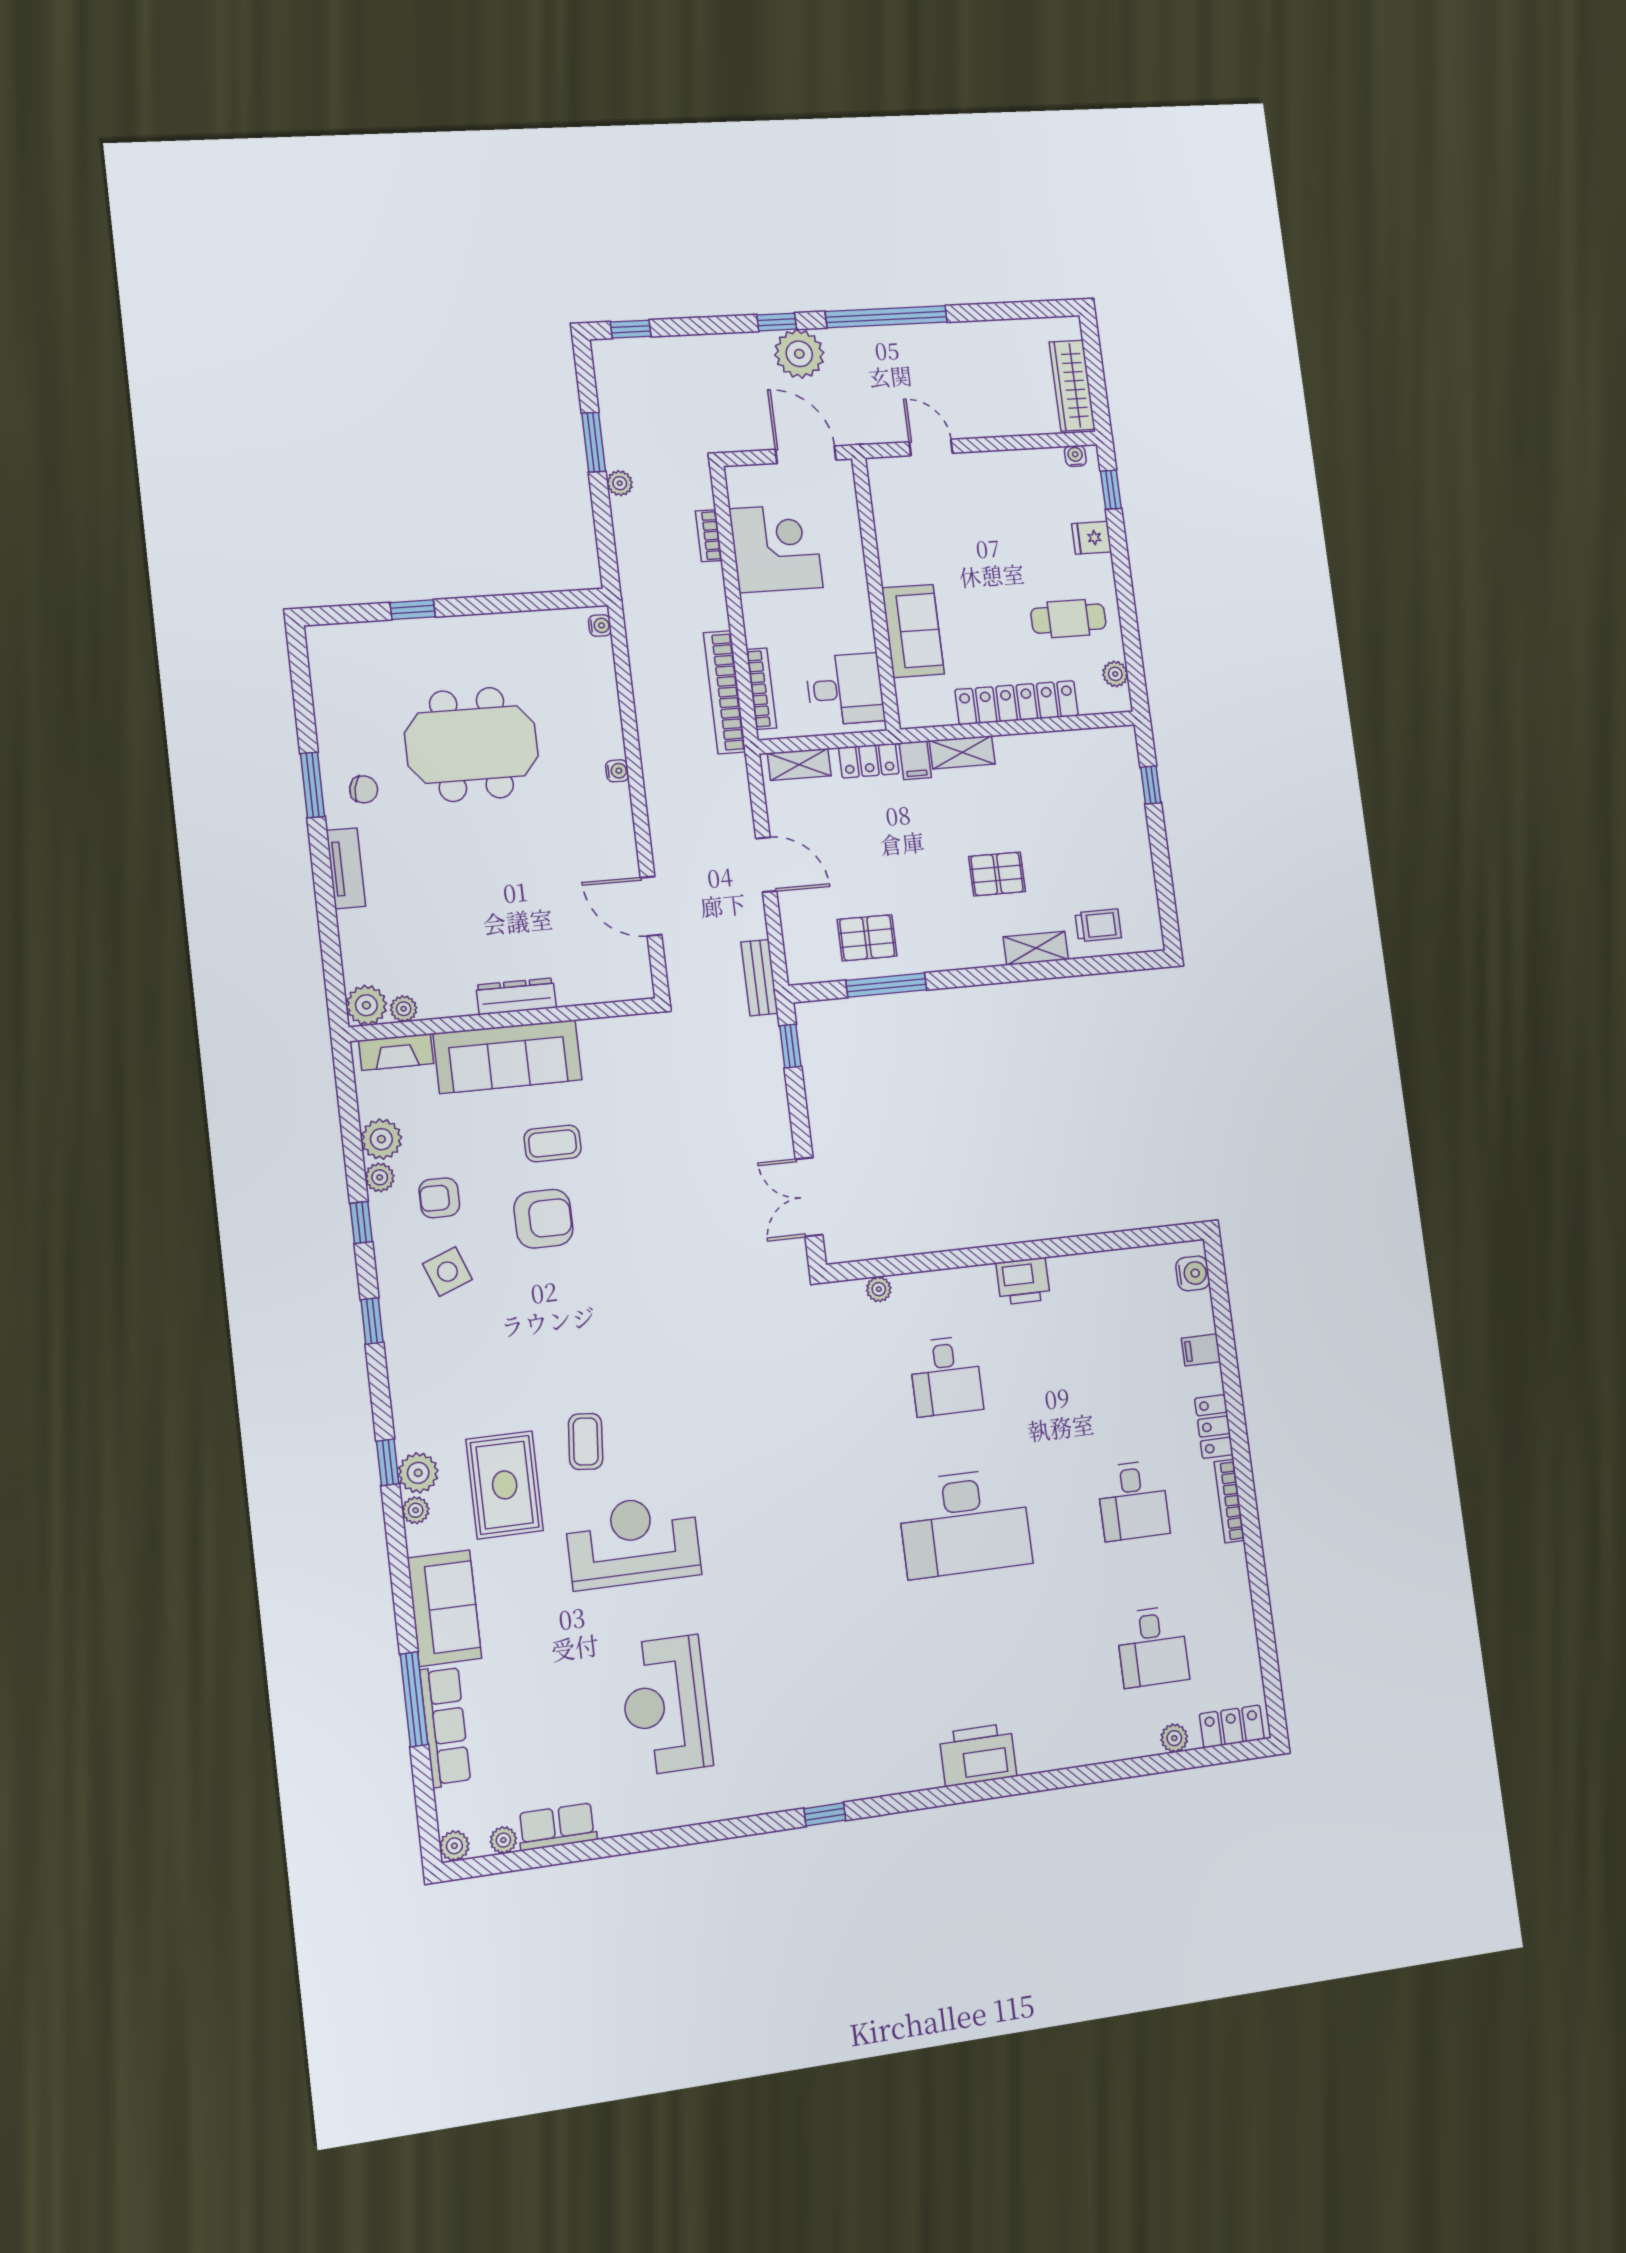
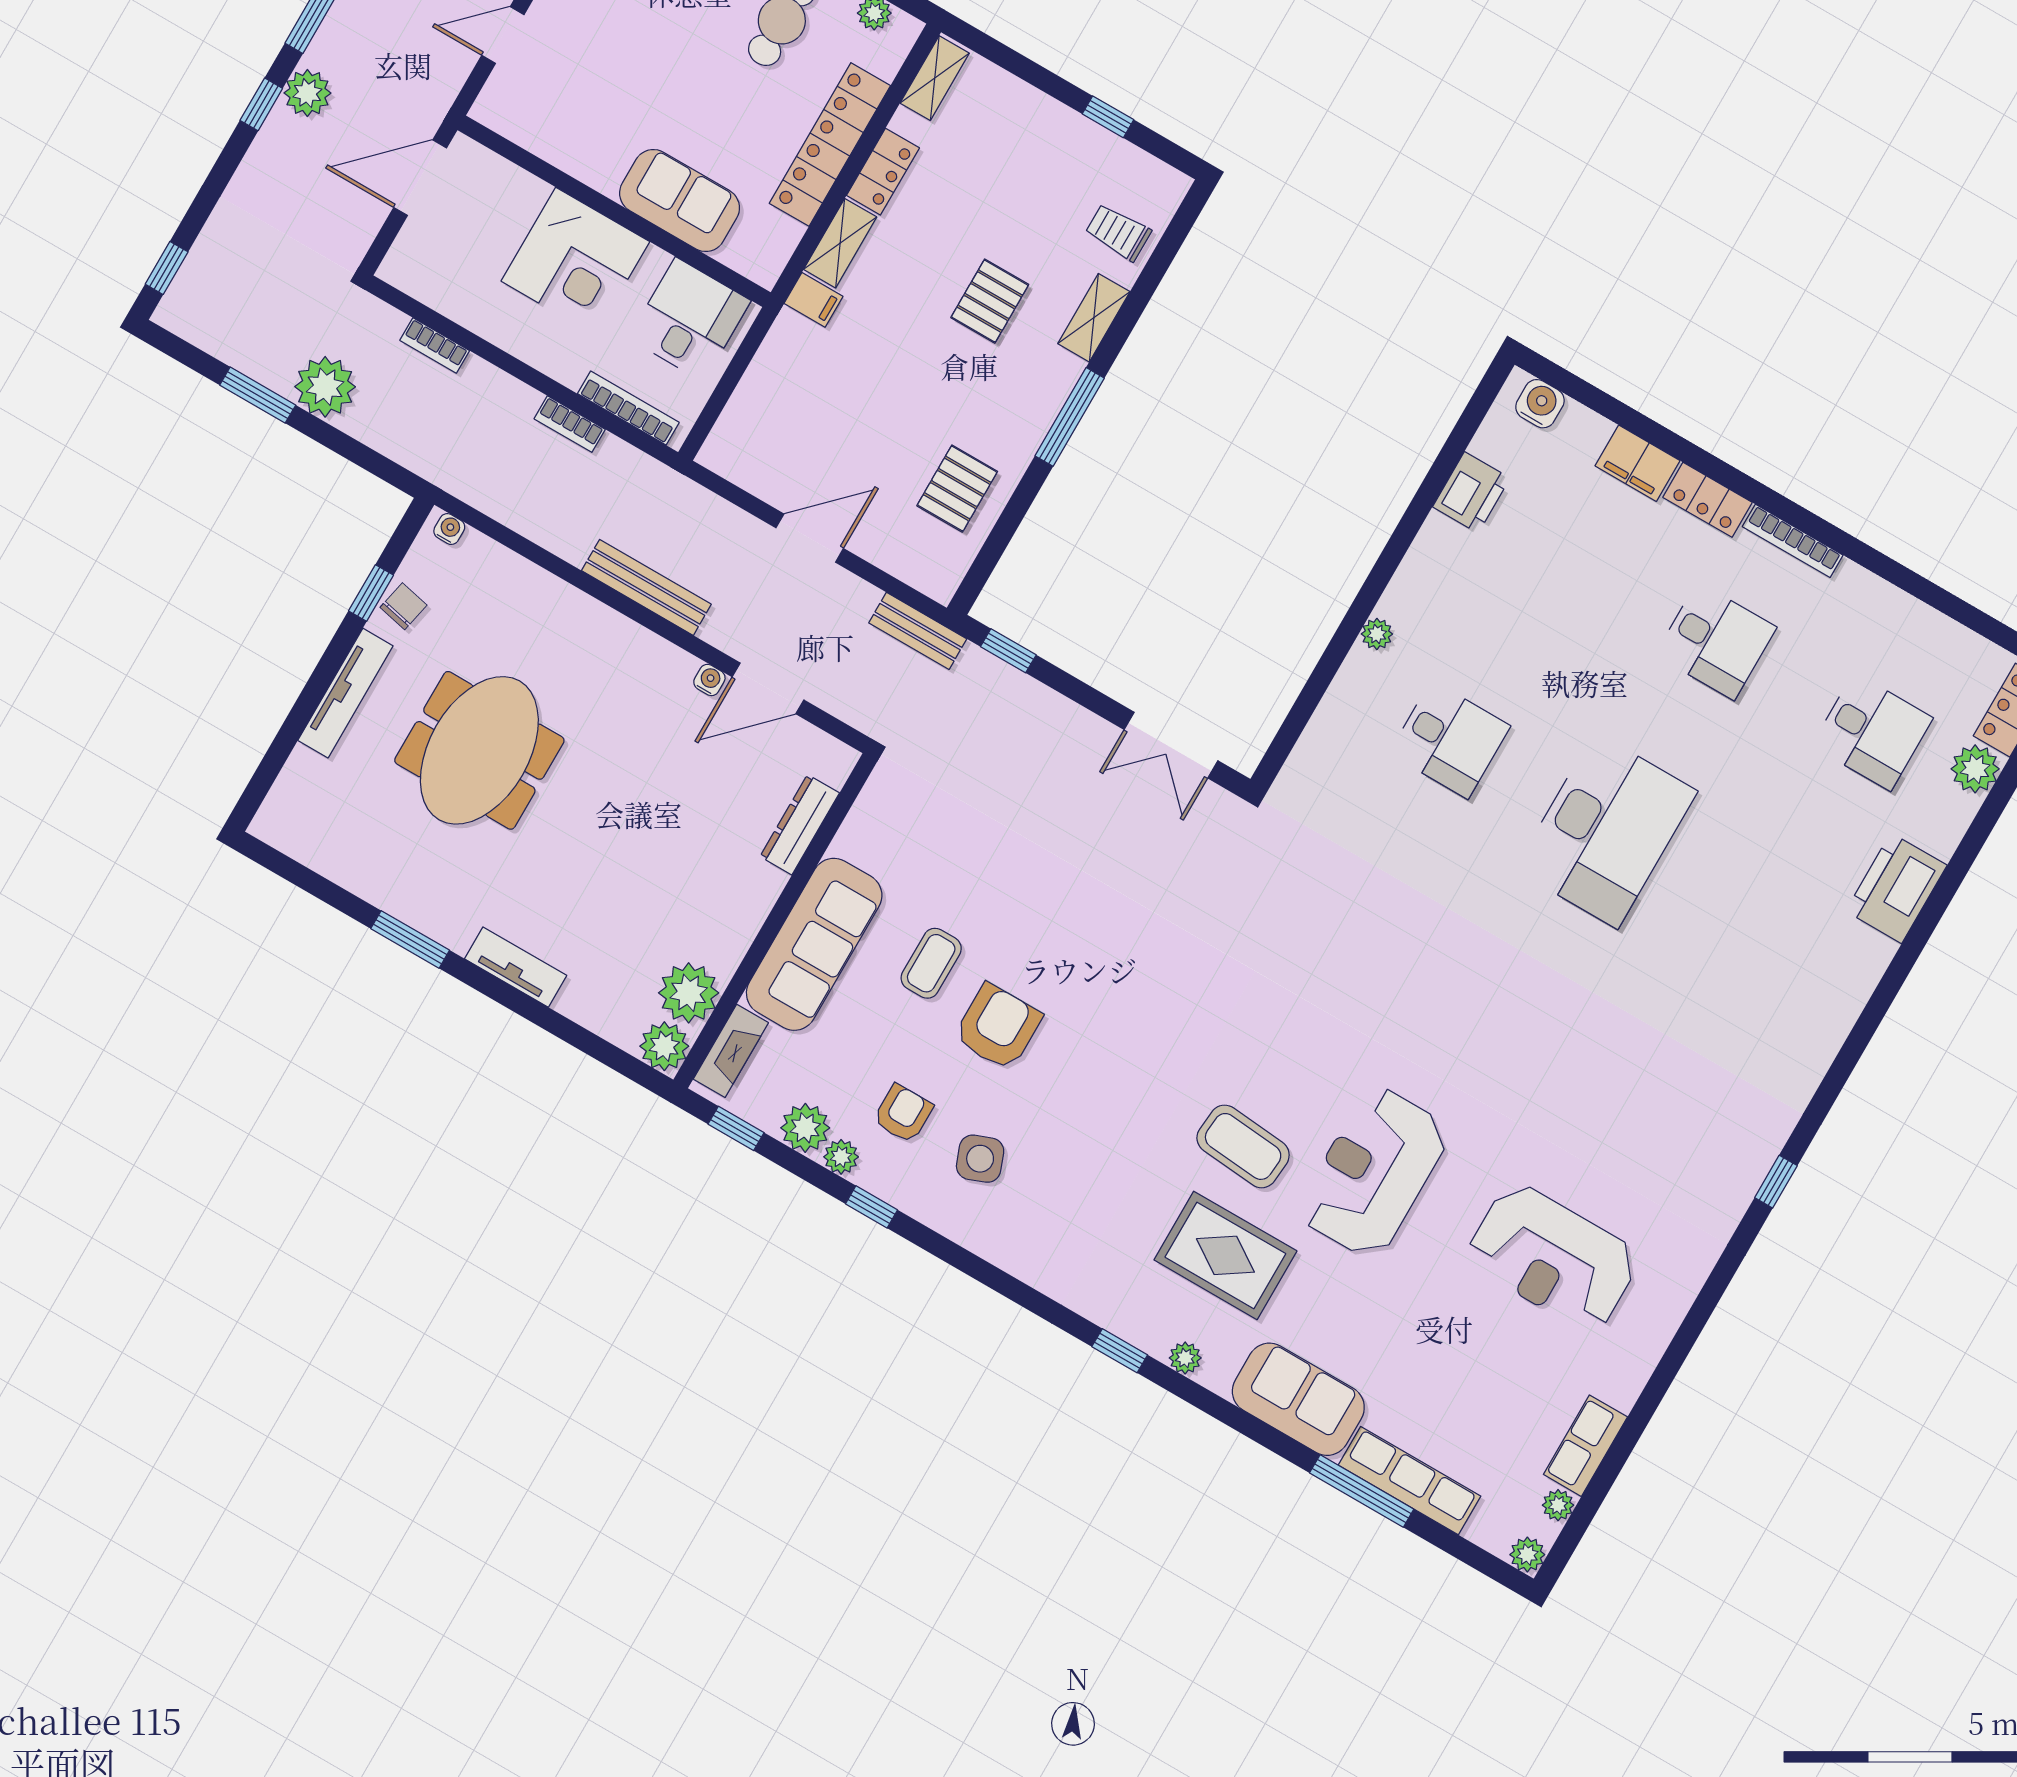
plant: (799, 354) -> (307, 93), width x0.73, depth x0.73
plant: (620, 483) -> (325, 387), width x1.87, depth x1.87
corner desk: (776, 548) -> (575, 261), moved, turned 180
window: (413, 610) -> (371, 593), moved
tv unit: (444, 630) -> (345, 693), added
bookcase: (724, 692) -> (570, 424), width x0.43, depth x0.76
locker: (869, 761) -> (883, 172), moved
shelving: (799, 764) -> (935, 78), moved
water cooler: (617, 771) -> (709, 680), moved
bench: (657, 780) -> (646, 587), added
window: (1151, 785) -> (1108, 117), moved
chair: (364, 789) -> (404, 606), moved
trolley: (1098, 925) -> (1118, 232), turned -90
window: (886, 985) -> (1070, 417), moved
dresser: (516, 996) -> (800, 825), moved
plant: (404, 1009) -> (689, 993), width x1.87, depth x1.87
armchair: (439, 1198) -> (903, 1114), turned 180
printer: (1023, 1281) -> (1471, 492), moved
plant: (879, 1289) -> (1377, 634), moved
window: (372, 1321) -> (736, 1128), moved
filing cabinet: (1201, 1350) -> (1637, 463), width x2.00
coffee table: (586, 1442) -> (1243, 1146), width x1.36, depth x1.30
plant: (418, 1473) -> (1152, 1329), removed
plant: (1174, 1738) -> (1975, 769), width x1.38, depth x1.38
printer: (978, 1755) -> (1896, 888), moved

